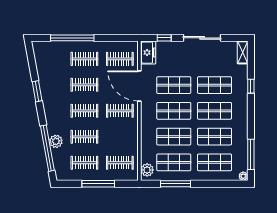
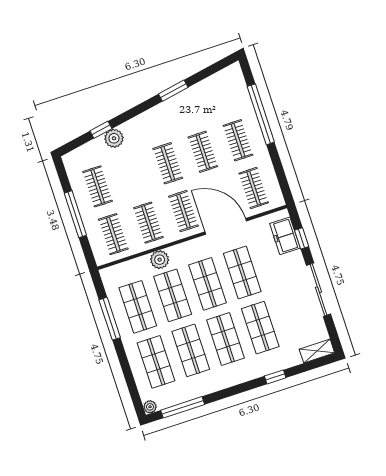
freezer: (148, 53) -> (285, 236), moved, turned 90
door: (139, 86) -> (226, 226), hinge flipped
clothes rail: (84, 137) -> (148, 223), moved
window: (47, 148) -> (101, 130), width x0.32
plant: (147, 170) -> (160, 260), moved

